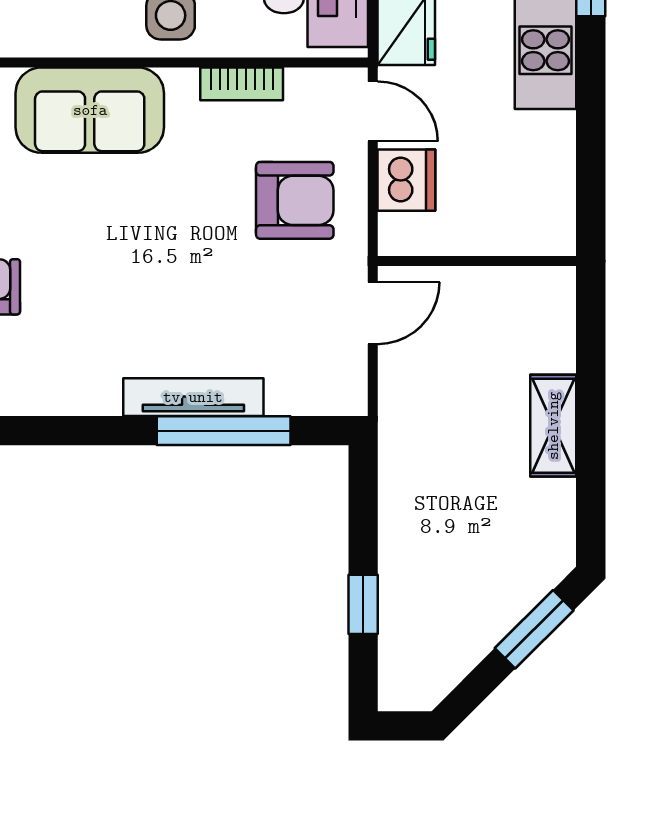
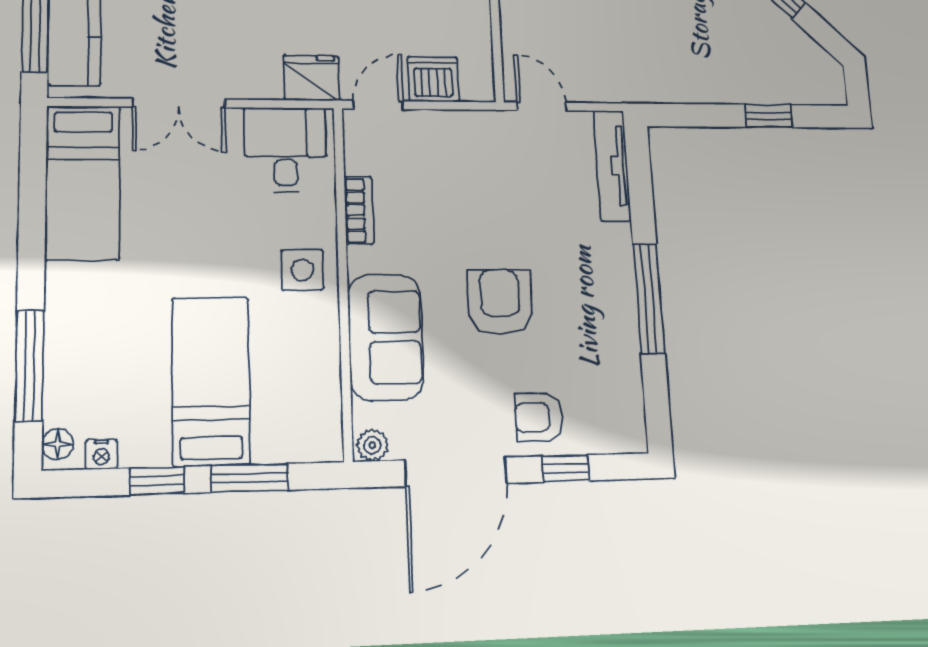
armchair: (295, 200) -> (500, 302), moved
tv unit: (193, 397) -> (612, 166), moved
window: (224, 431) -> (649, 299), moved

